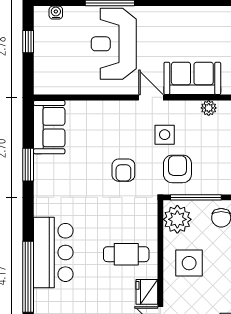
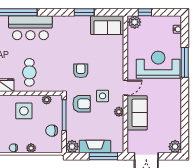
window: (28, 42) -> (145, 12), moved
plant: (44, 82) -> (135, 22), added
plant: (209, 108) -> (119, 112), moved
armchair: (123, 170) -> (81, 71), turned 90
plant: (177, 219) -> (47, 100), width x0.53, depth x0.53

